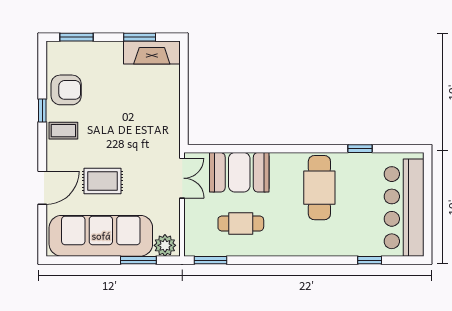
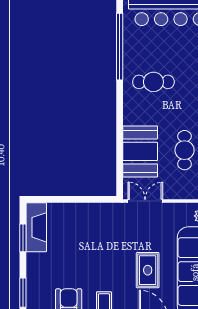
window: (360, 149) -> (120, 47), width x3.17
cafe table: (319, 188) -> (153, 82), width x0.73, depth x0.74

